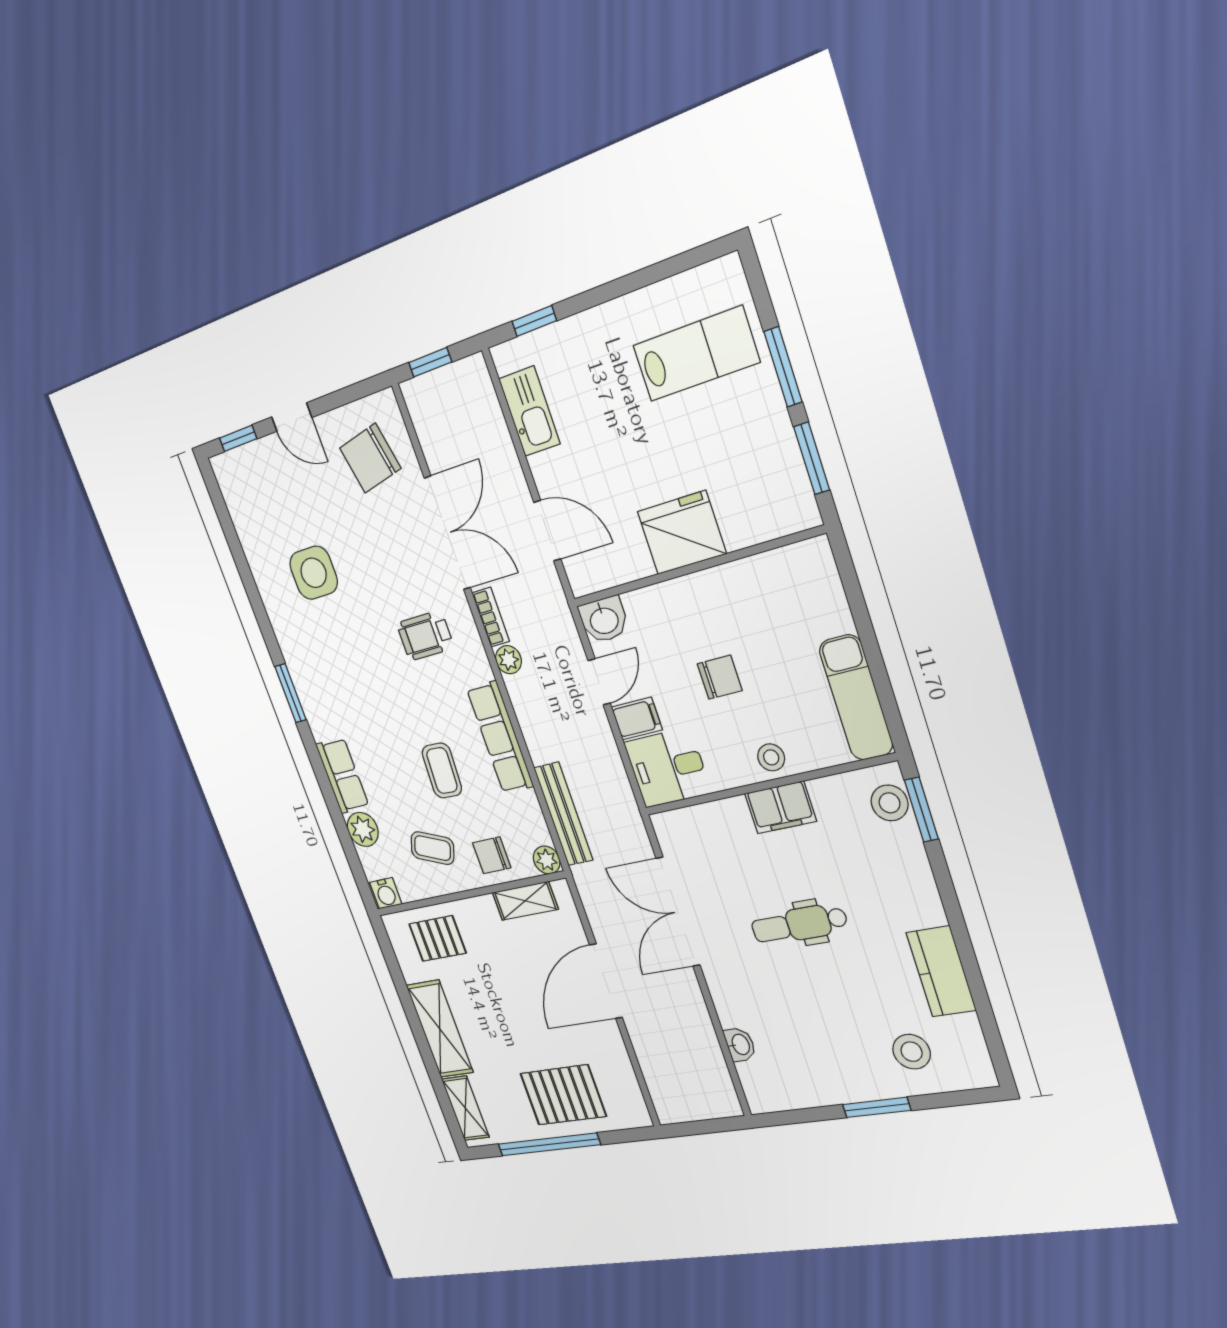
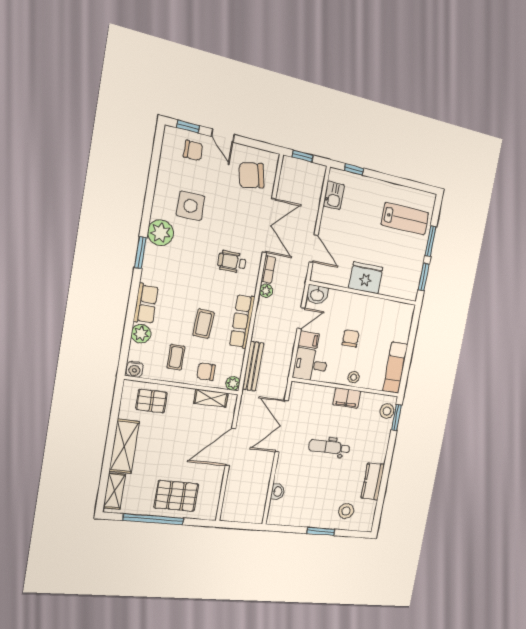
kitchen sink: (530, 411) -> (334, 195), width x0.73
chair: (266, 474) -> (193, 150), added
plant: (299, 644) -> (161, 233), added
chair: (720, 677) -> (351, 338), turned -90
coffee table: (433, 848) -> (176, 357), turned 68

